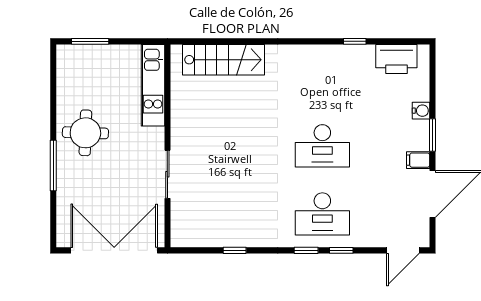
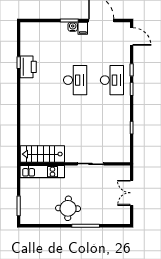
printer: (396, 59) -> (28, 67), moved
stairs: (223, 60) -> (42, 154), moved, turned -90
water cooler: (421, 111) -> (73, 27), moved
double door: (114, 250) -> (132, 193), width x0.54

